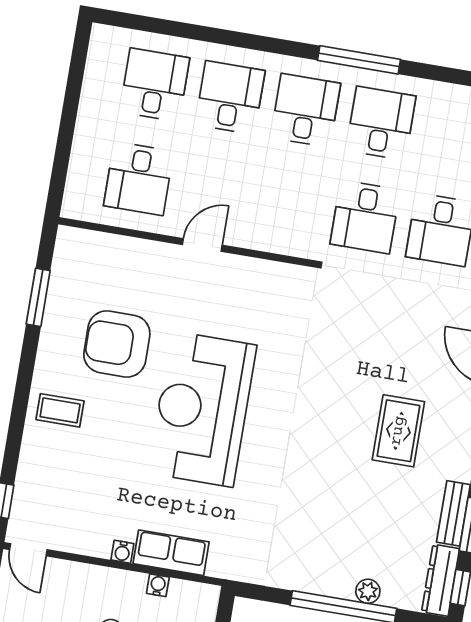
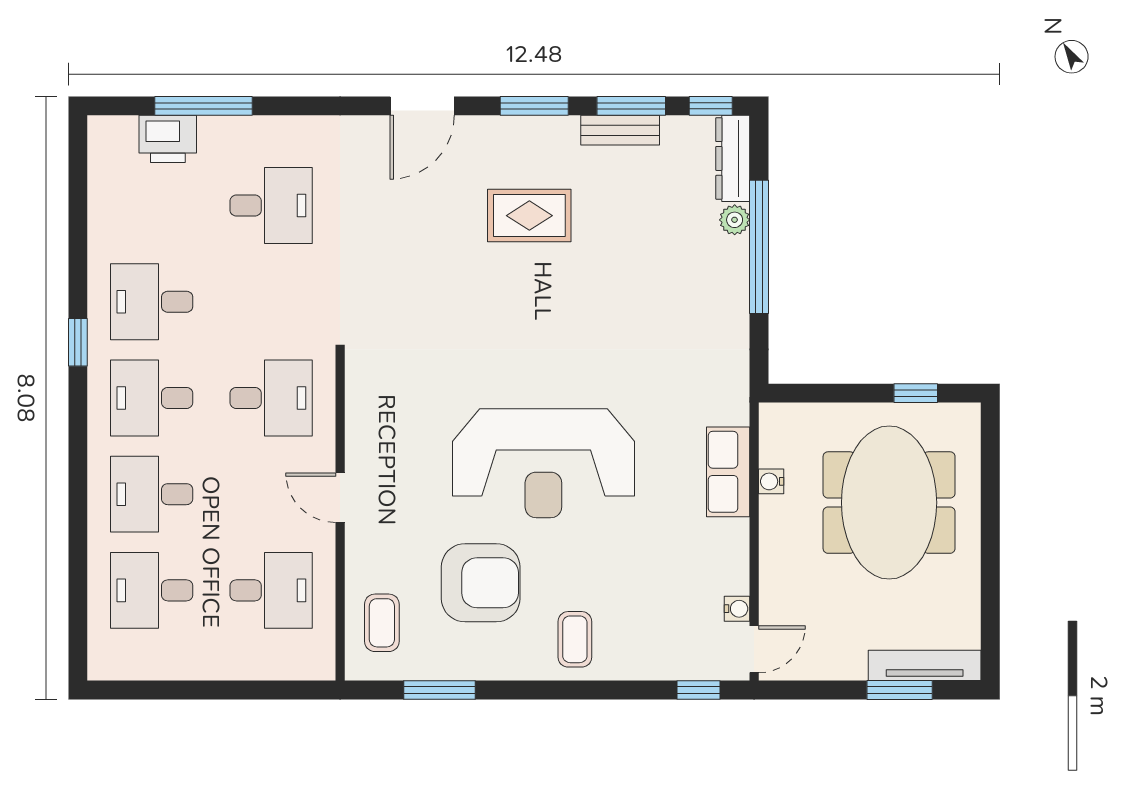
window: (359, 60) -> (78, 342), width x0.46
desk: (365, 217) -> (271, 398), moved
coffee table: (99, 261) -> (382, 623), added
armchair: (117, 344) -> (481, 583), turned -90
water cooler: (122, 552) -> (737, 609), moved
dresser: (440, 580) -> (733, 158), moved, turned 90

